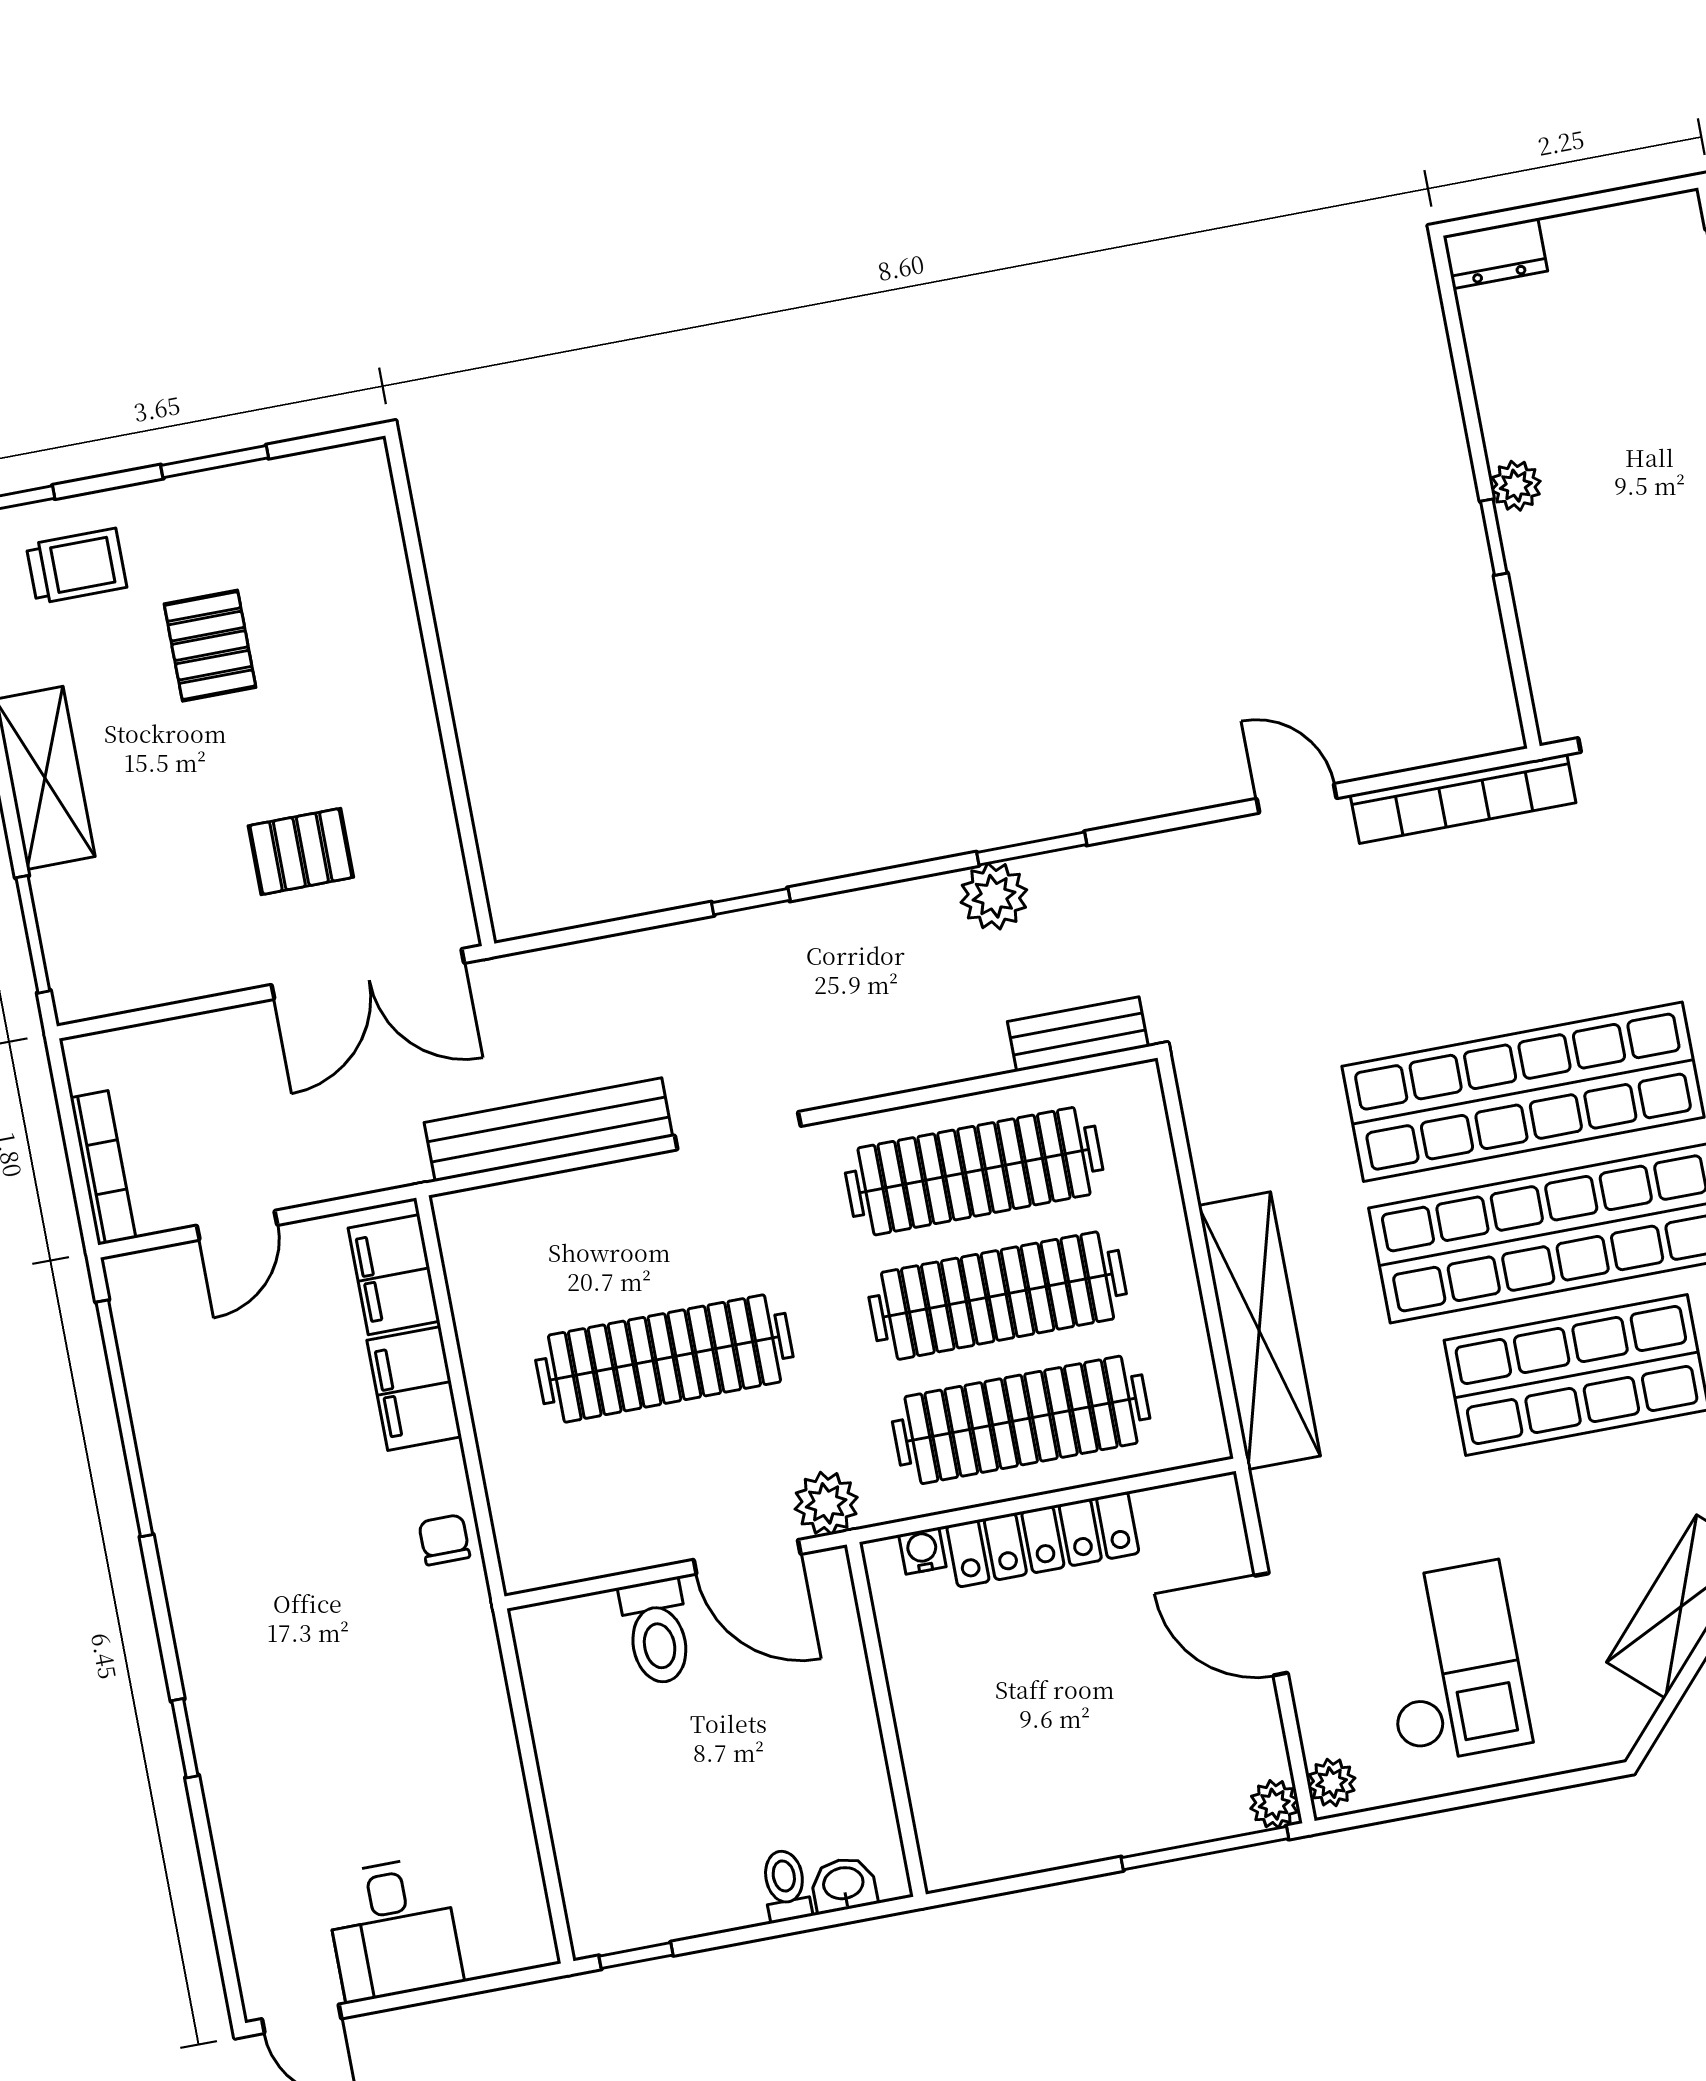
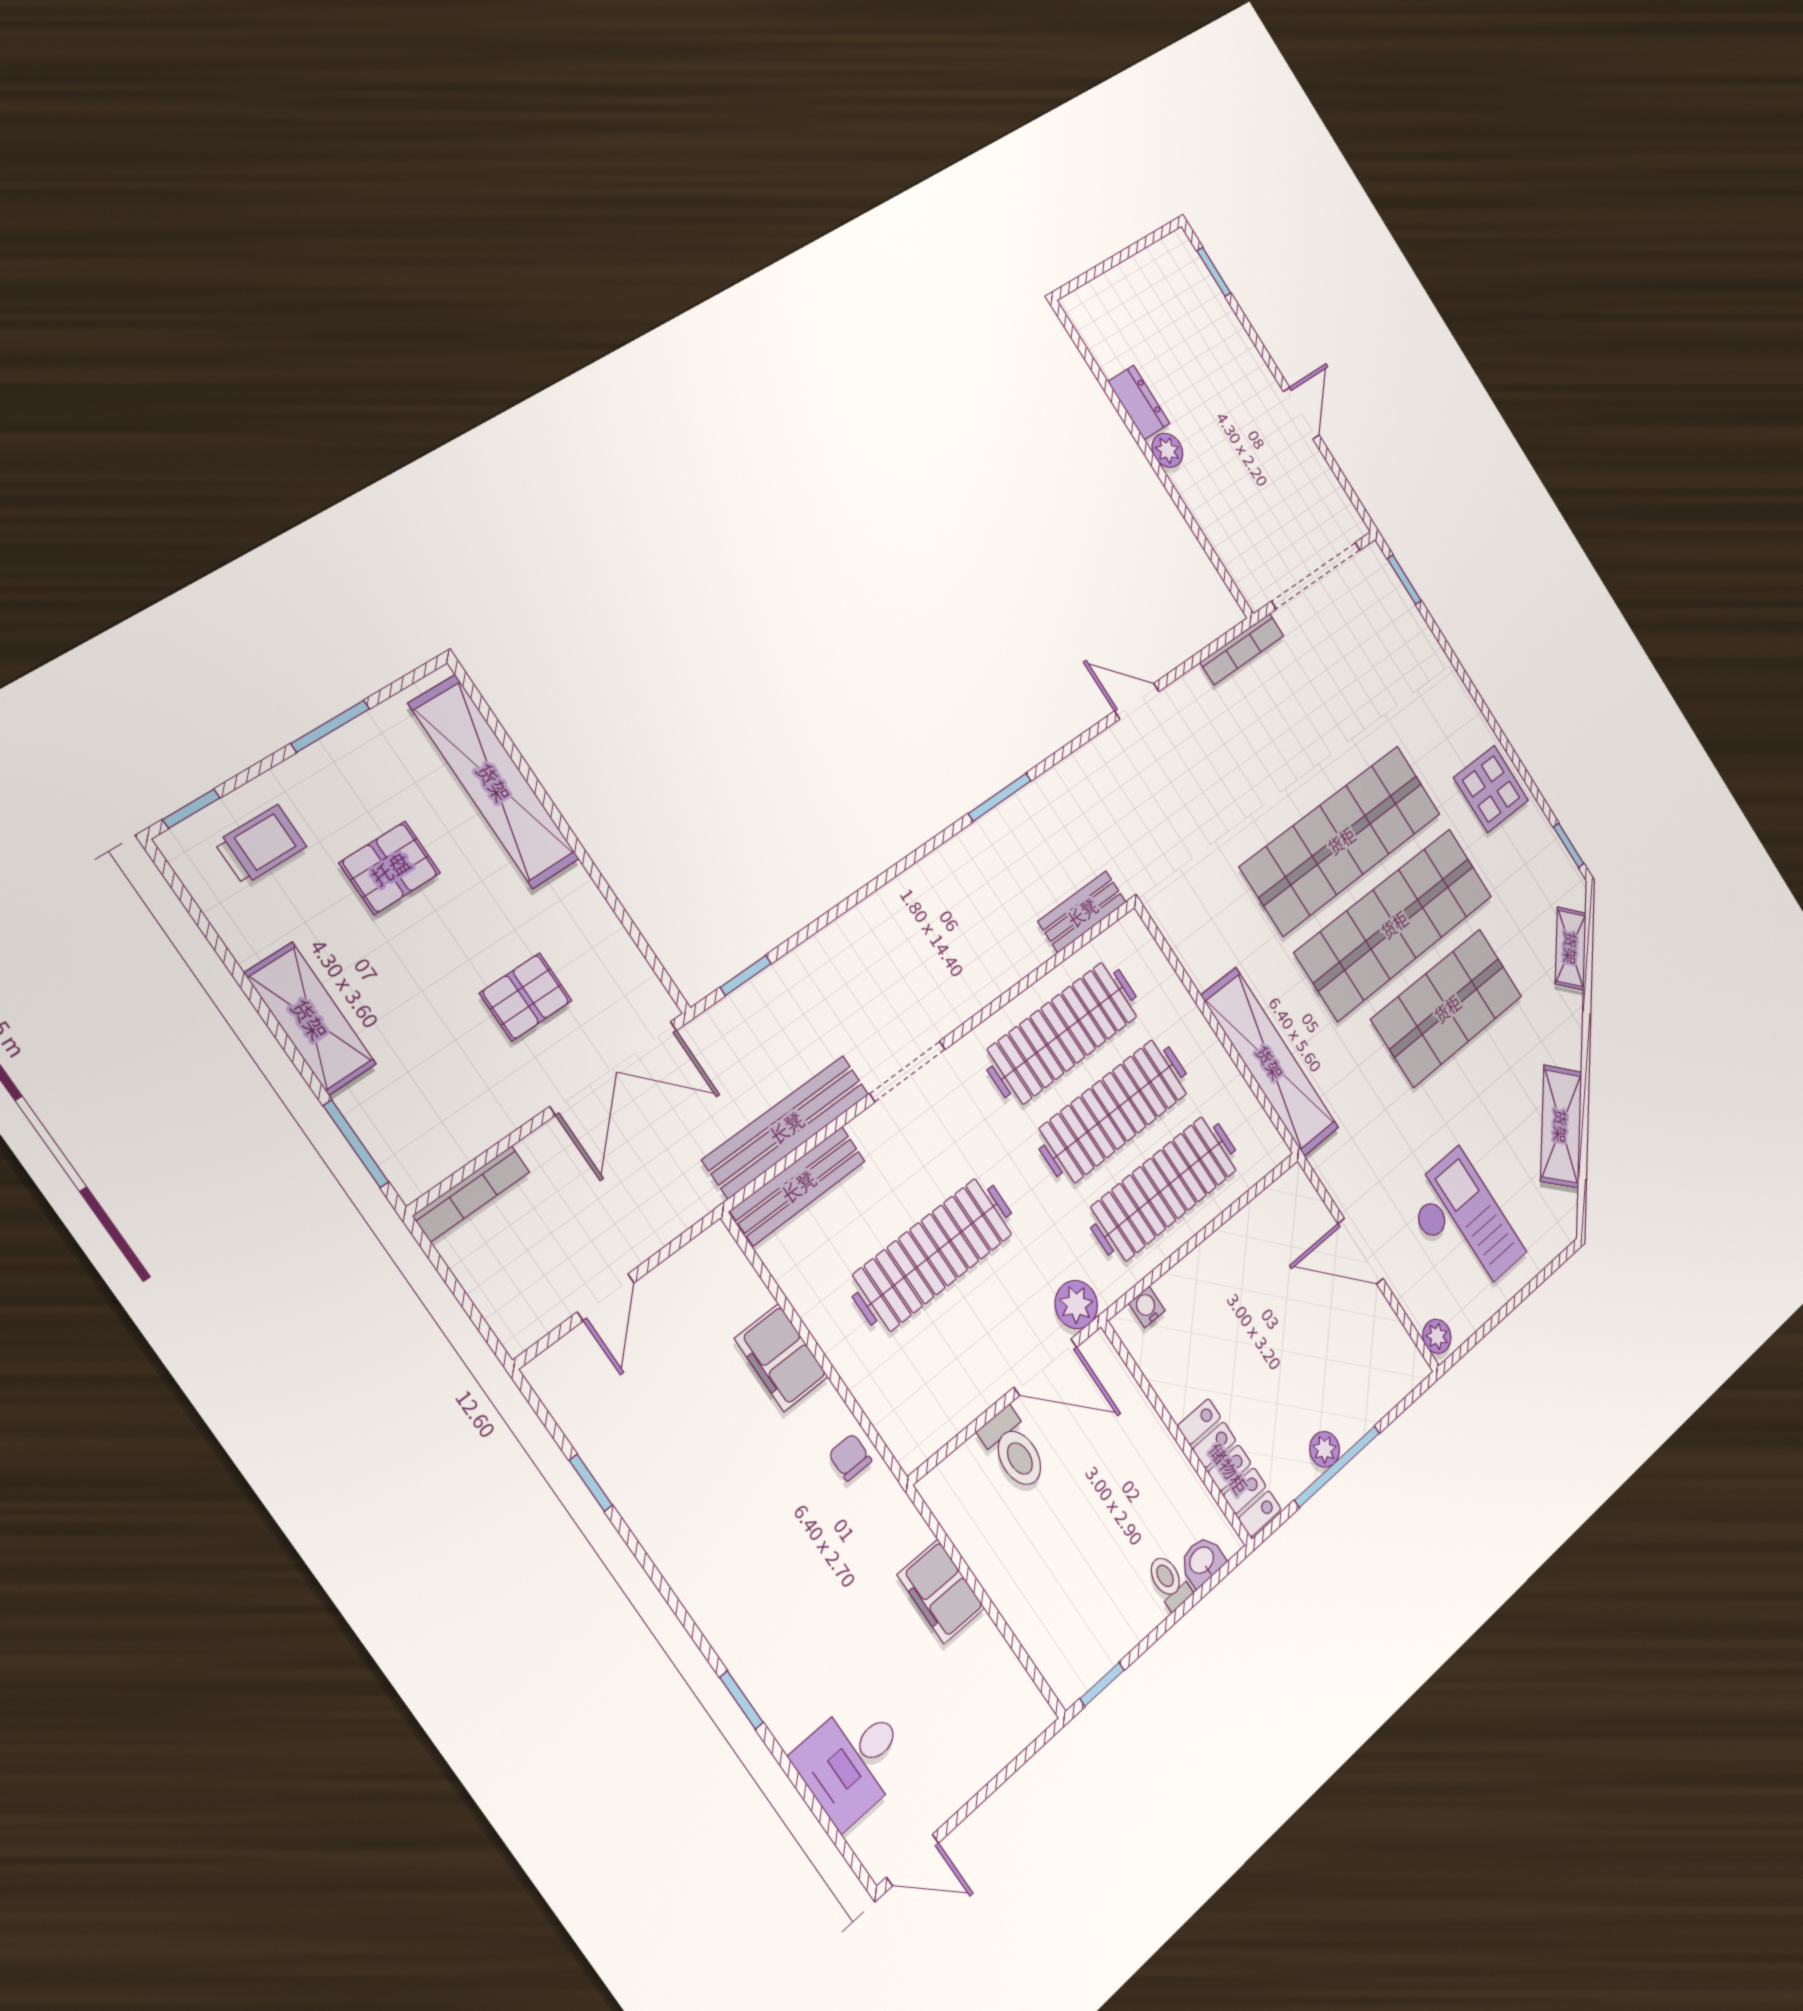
dresser: (1495, 253) -> (1139, 403), moved, turned -90
window: (1494, 537) -> (1170, 488), removed
shelving: (378, 592) -> (494, 782), added
pallet: (210, 646) -> (390, 868), turned 90
bookcase: (1463, 799) -> (1242, 649), width x0.68, depth x0.76
plant: (994, 896) -> (992, 839), removed
window: (751, 902) -> (746, 975), moved
bookcase: (103, 1168) -> (471, 1194), moved, turned 90
bench: (530, 1204) -> (798, 1186), added
filing cabinet: (394, 1275) -> (941, 1591), moved
window: (124, 1418) -> (591, 1483), width x0.32
locker: (1043, 1539) -> (1229, 1468), moved, turned -90
plant: (1274, 1804) -> (1325, 1449), moved
window: (1205, 1848) -> (1337, 1466), moved
desk: (393, 1929) -> (853, 1761), moved, turned 90

